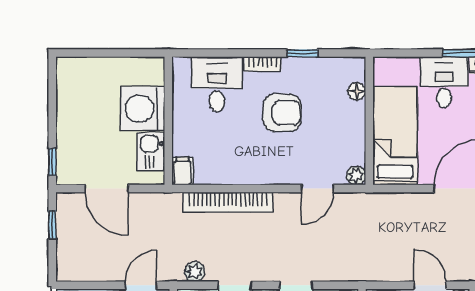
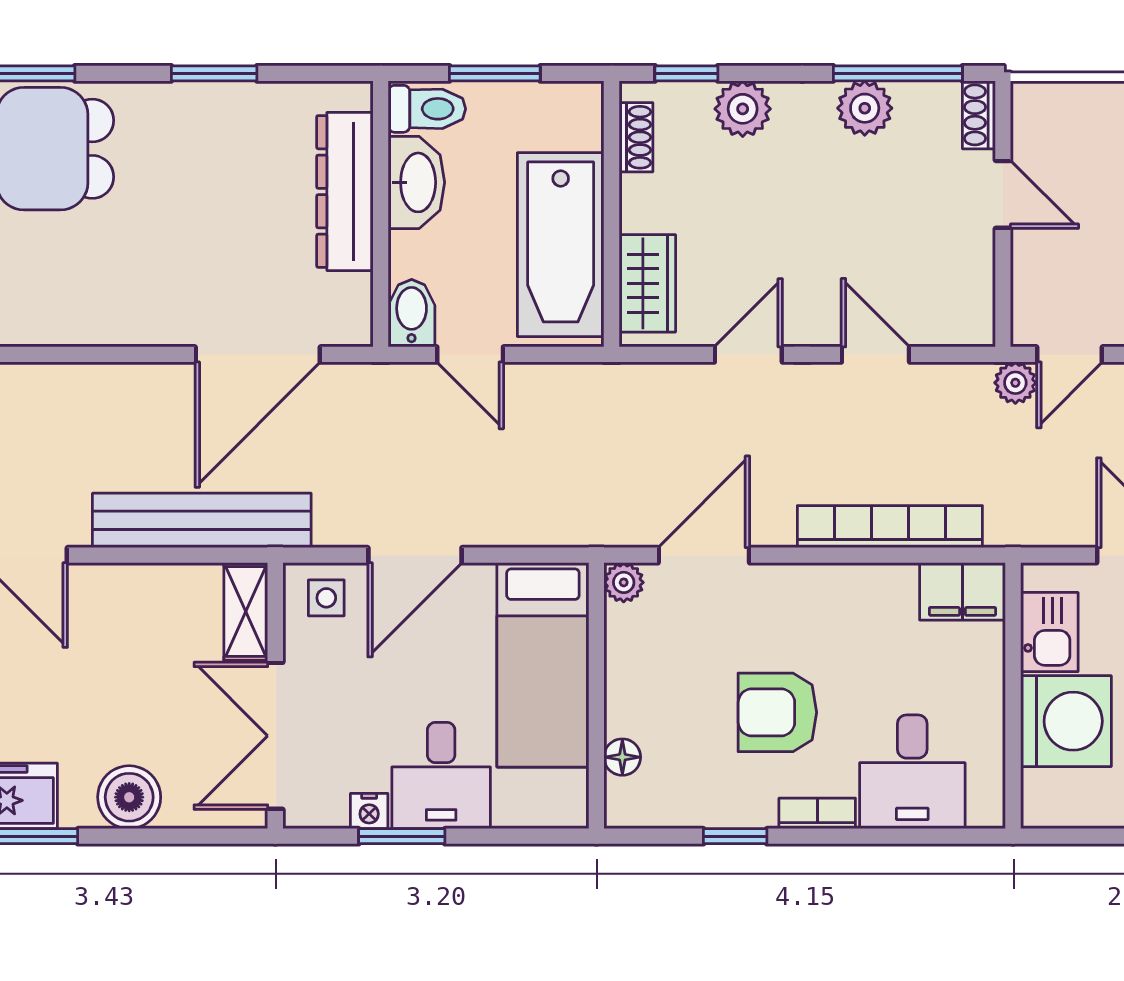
filing cabinet: (182, 171) -> (962, 591), width x2.00
door: (317, 189) -> (704, 555), width x1.38
plant: (195, 272) -> (1015, 383), moved

